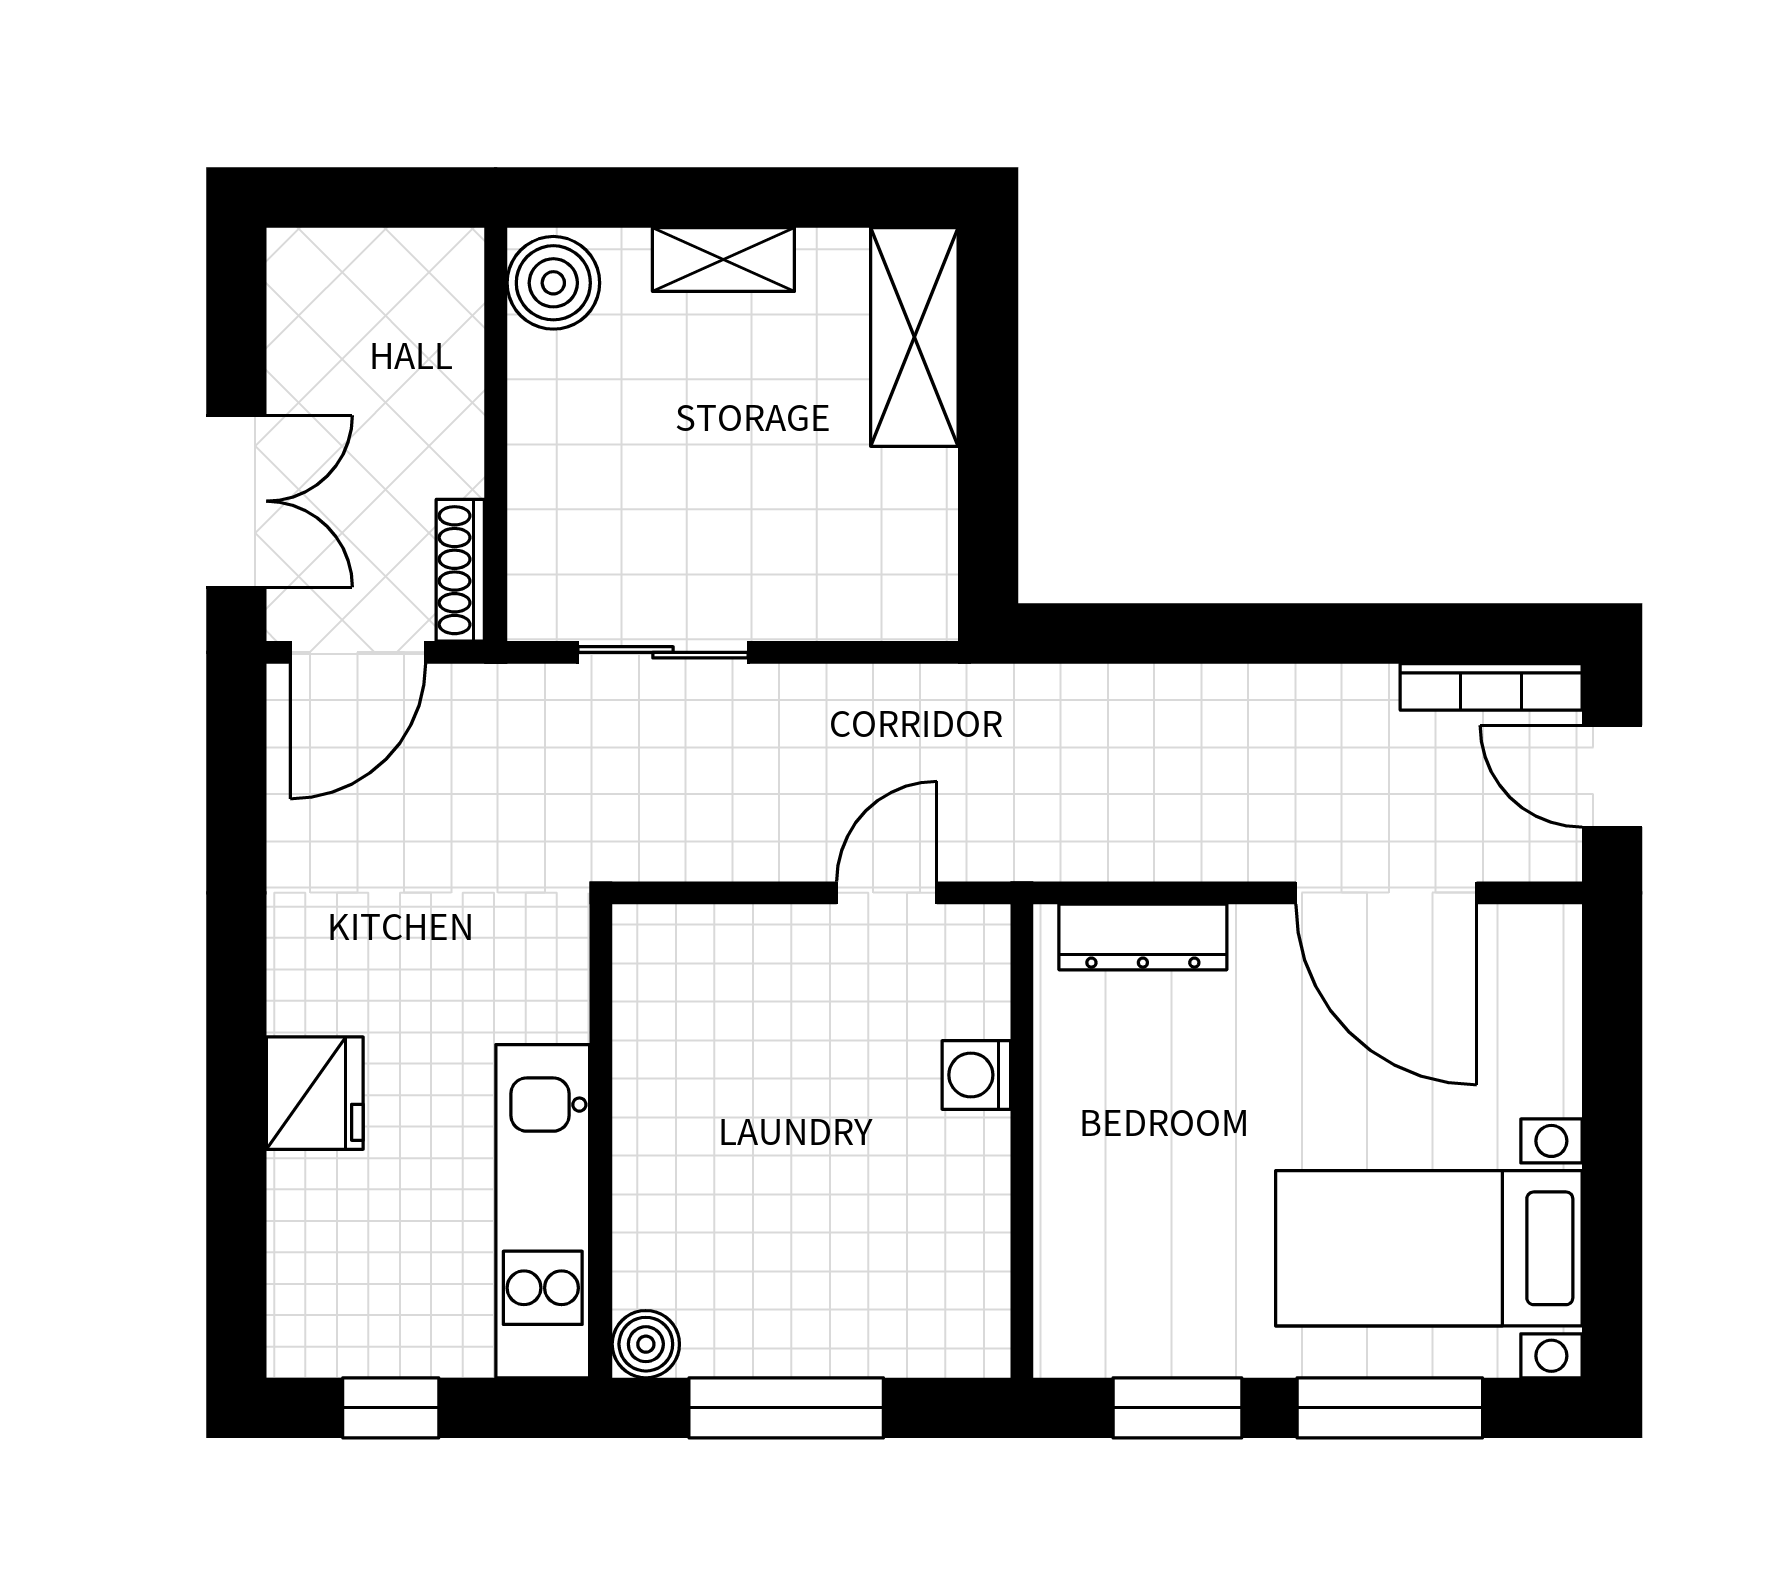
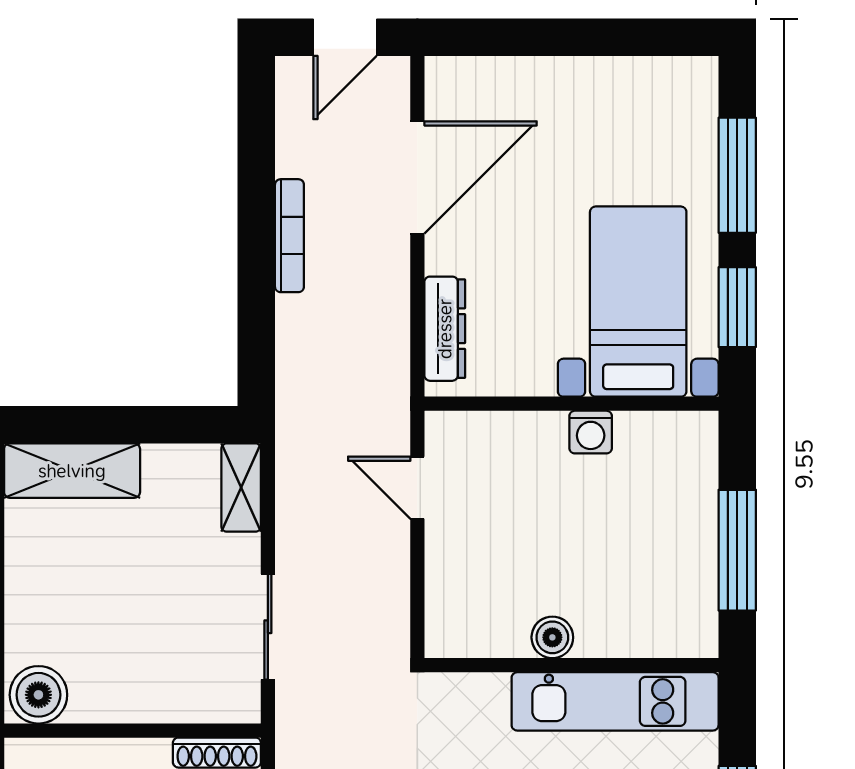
shelving: (723, 260) -> (241, 488), moved
bookcase: (1491, 687) -> (289, 236), moved
washing machine: (976, 1075) -> (591, 432), moved
bed with nightstands: (1429, 1248) -> (638, 302), moved, turned 180
boiler: (646, 1344) -> (552, 637), moved

